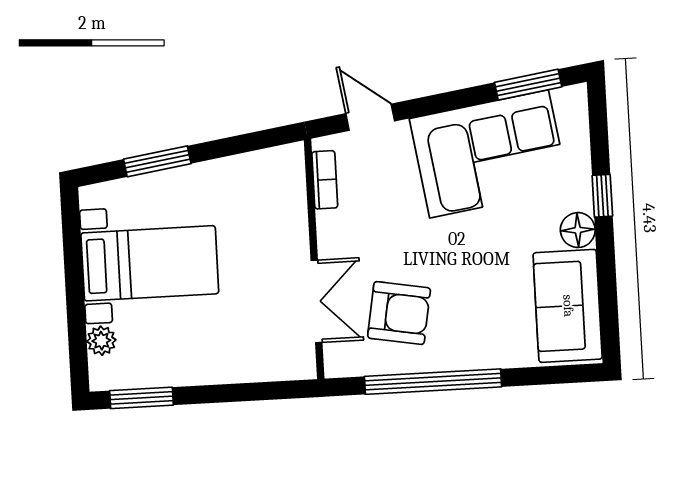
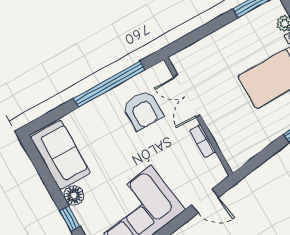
bookcase: (325, 180) -> (203, 141), moved
armchair: (399, 313) -> (143, 110), turned -100

